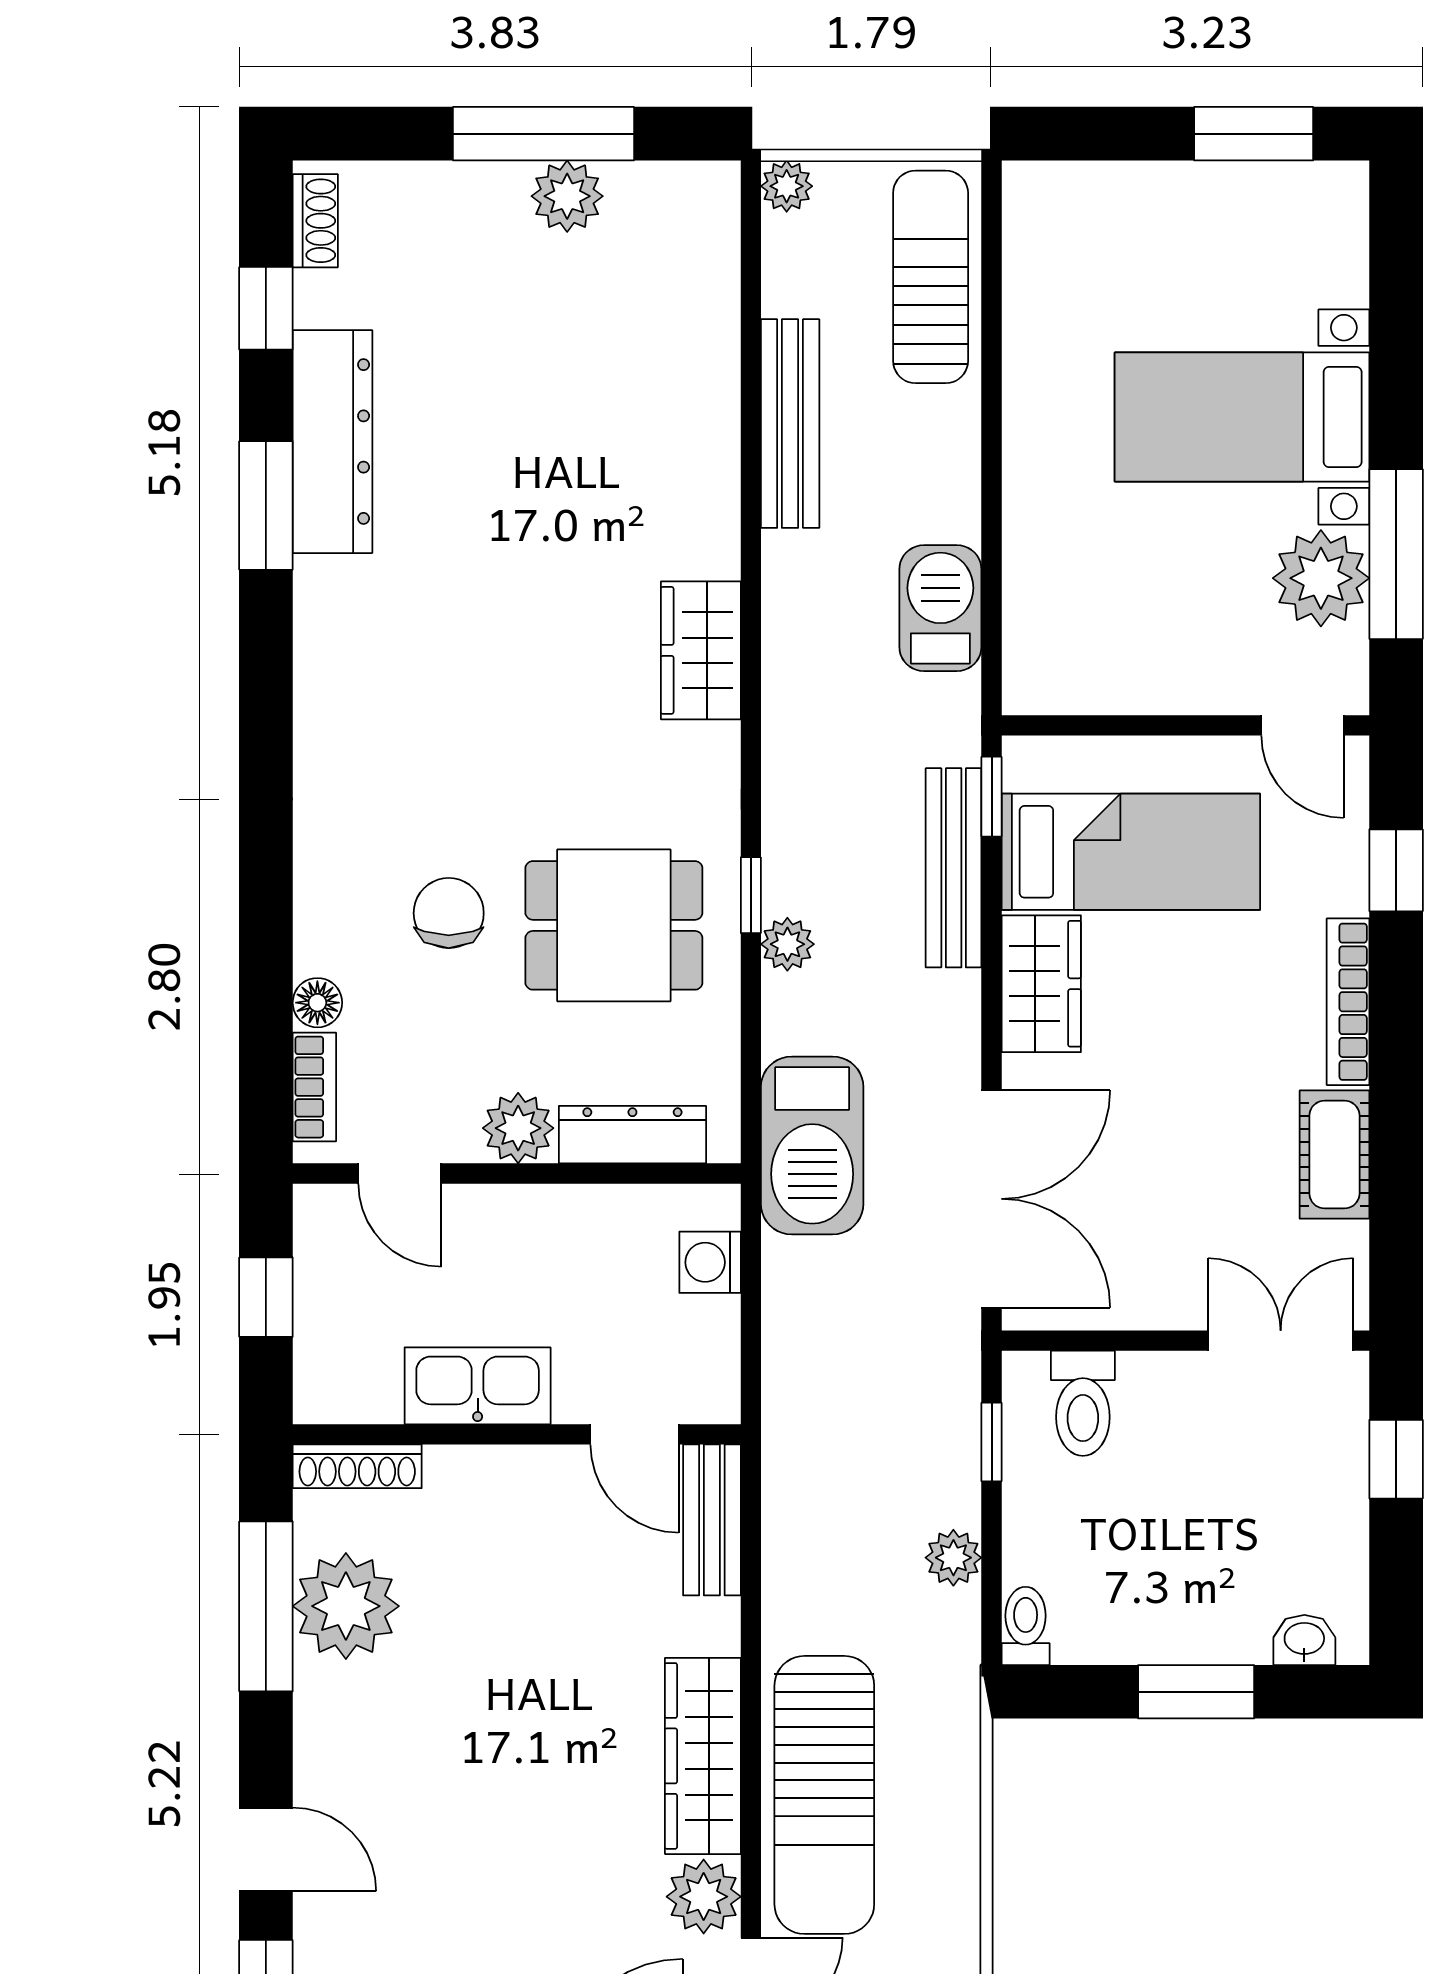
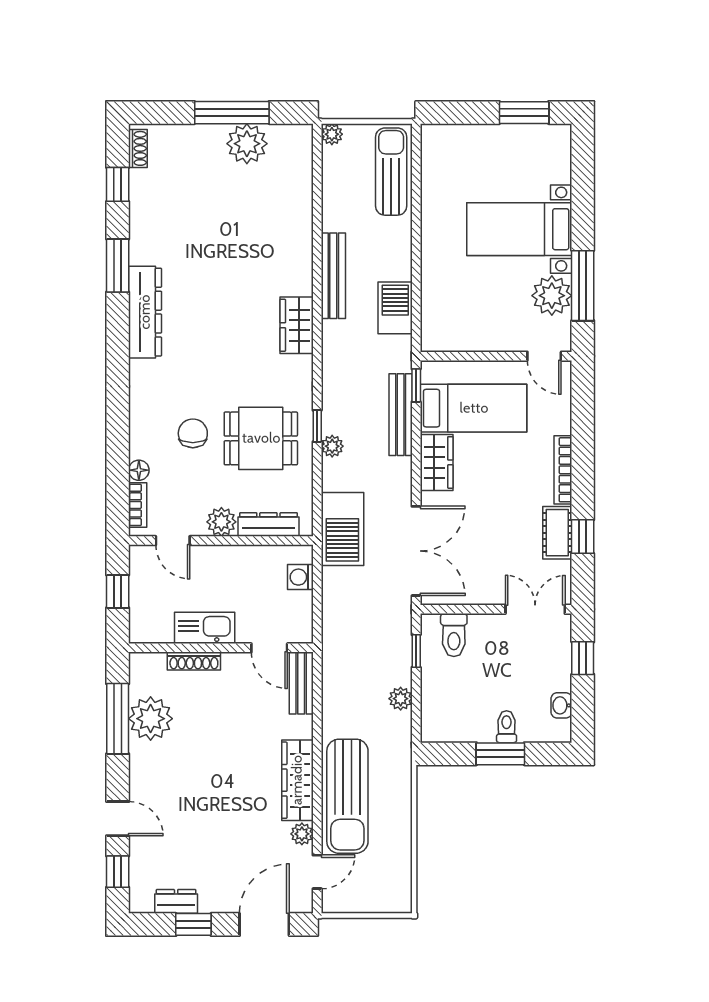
plant: (567, 196) -> (247, 144), width x1.36, depth x1.36
bench: (790, 424) -> (333, 276), moved
dresser: (332, 442) -> (145, 312), moved
window: (1396, 870) -> (583, 537), moved
shoe rack: (357, 1466) -> (194, 661), moved
toilet: (1026, 1626) -> (507, 727), moved
washbasin: (1304, 1640) -> (561, 705), moved, turned -90
plant: (704, 1897) -> (302, 834), width x0.73, depth x0.73

